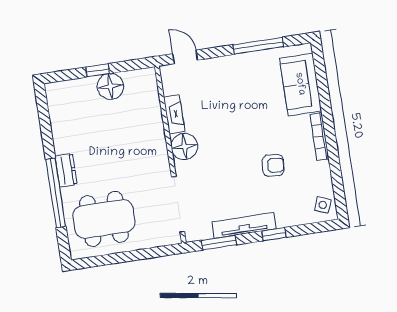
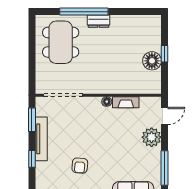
plant: (218, 71) -> (152, 137), added
floor lamp: (184, 147) -> (107, 102), width x0.53, depth x0.53

